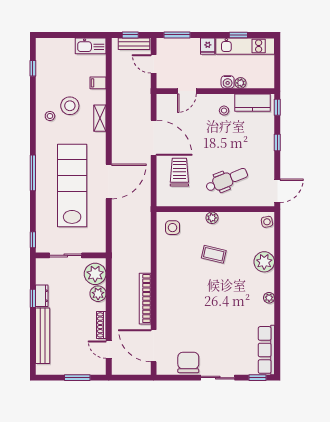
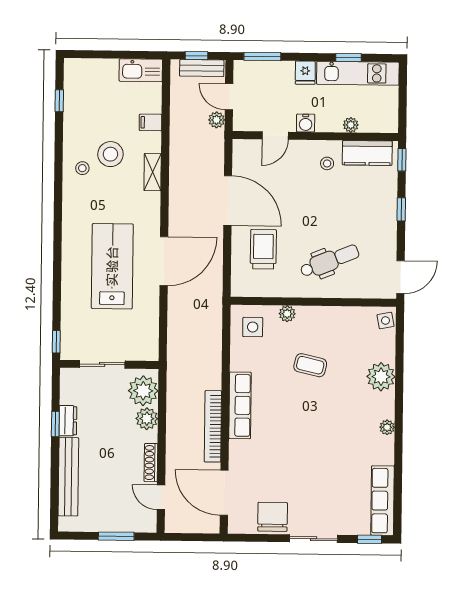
plant: (145, 80) -> (217, 120), added
water cooler: (228, 82) -> (306, 123), moved
window: (33, 173) -> (57, 248), removed
lab bench: (72, 186) -> (112, 266), width x0.73
plant: (212, 218) -> (287, 314), moved
row of seats: (164, 283) -> (240, 405), added

